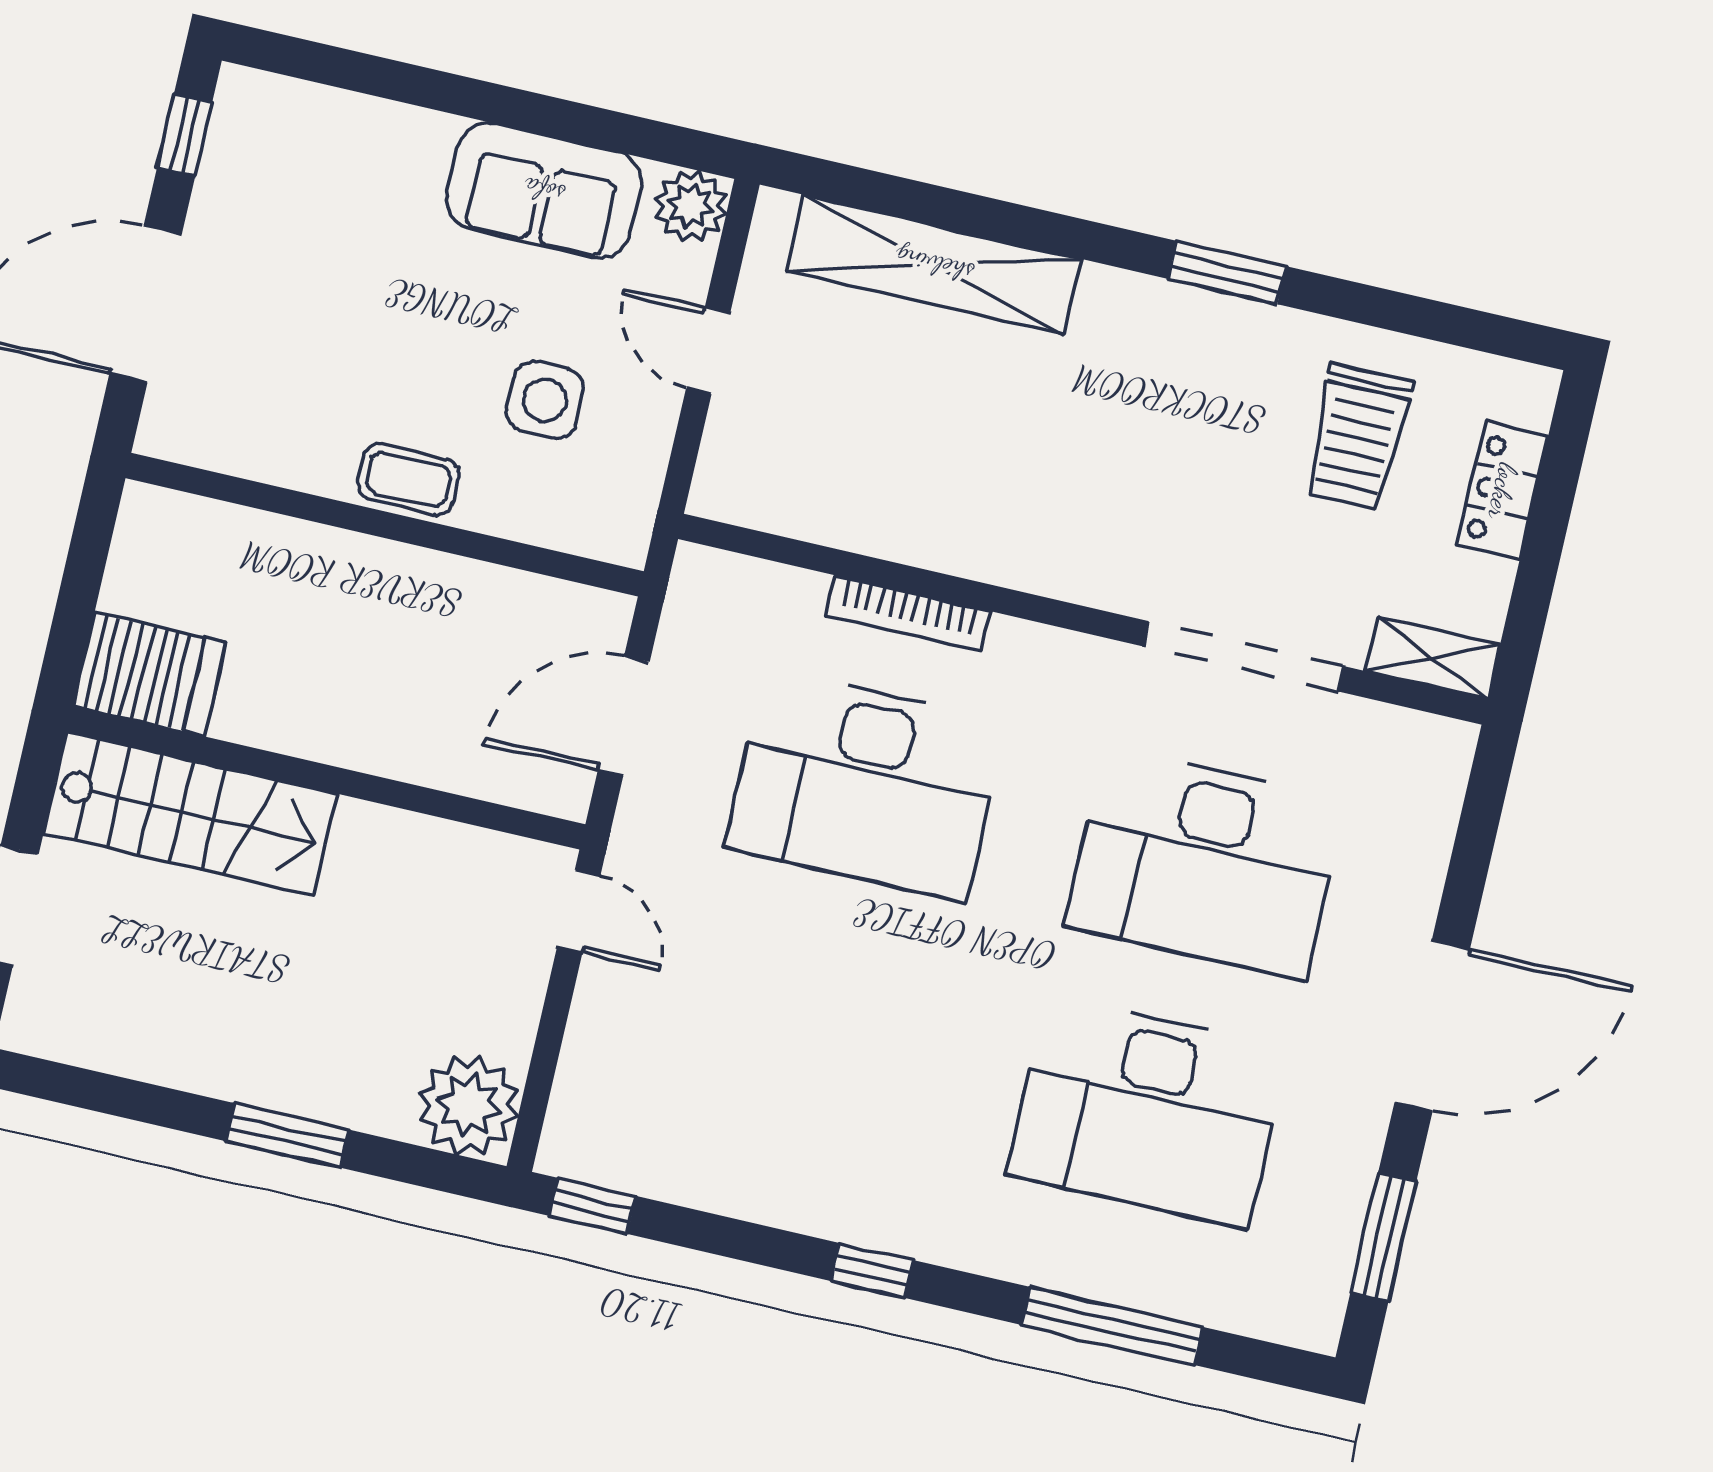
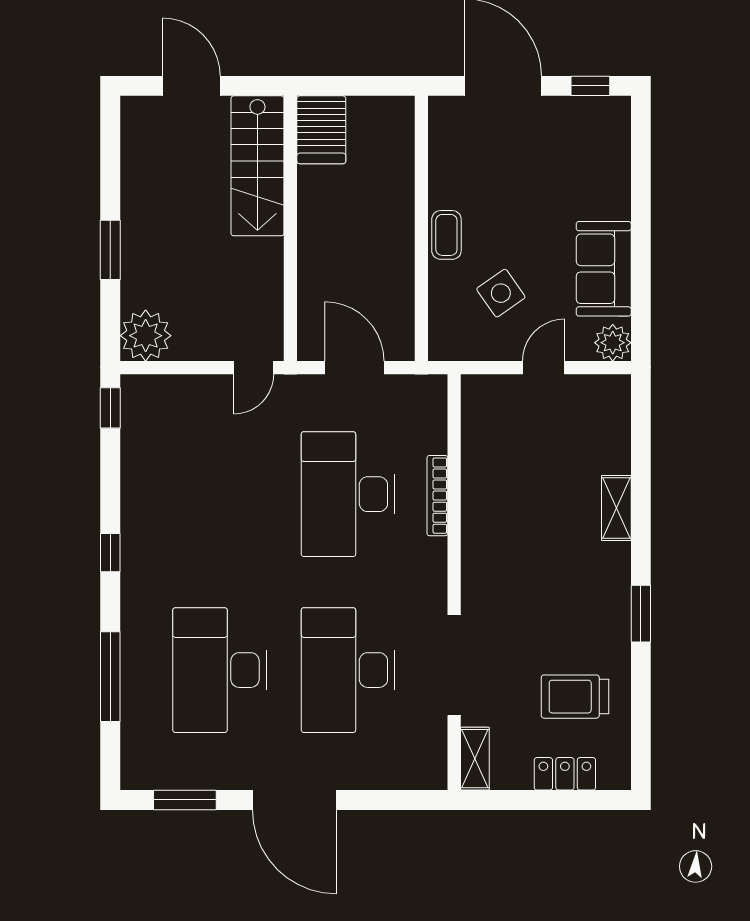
shelving: (934, 265) -> (616, 508), width x0.45, depth x0.75
side table: (545, 400) -> (501, 293), turned -35

